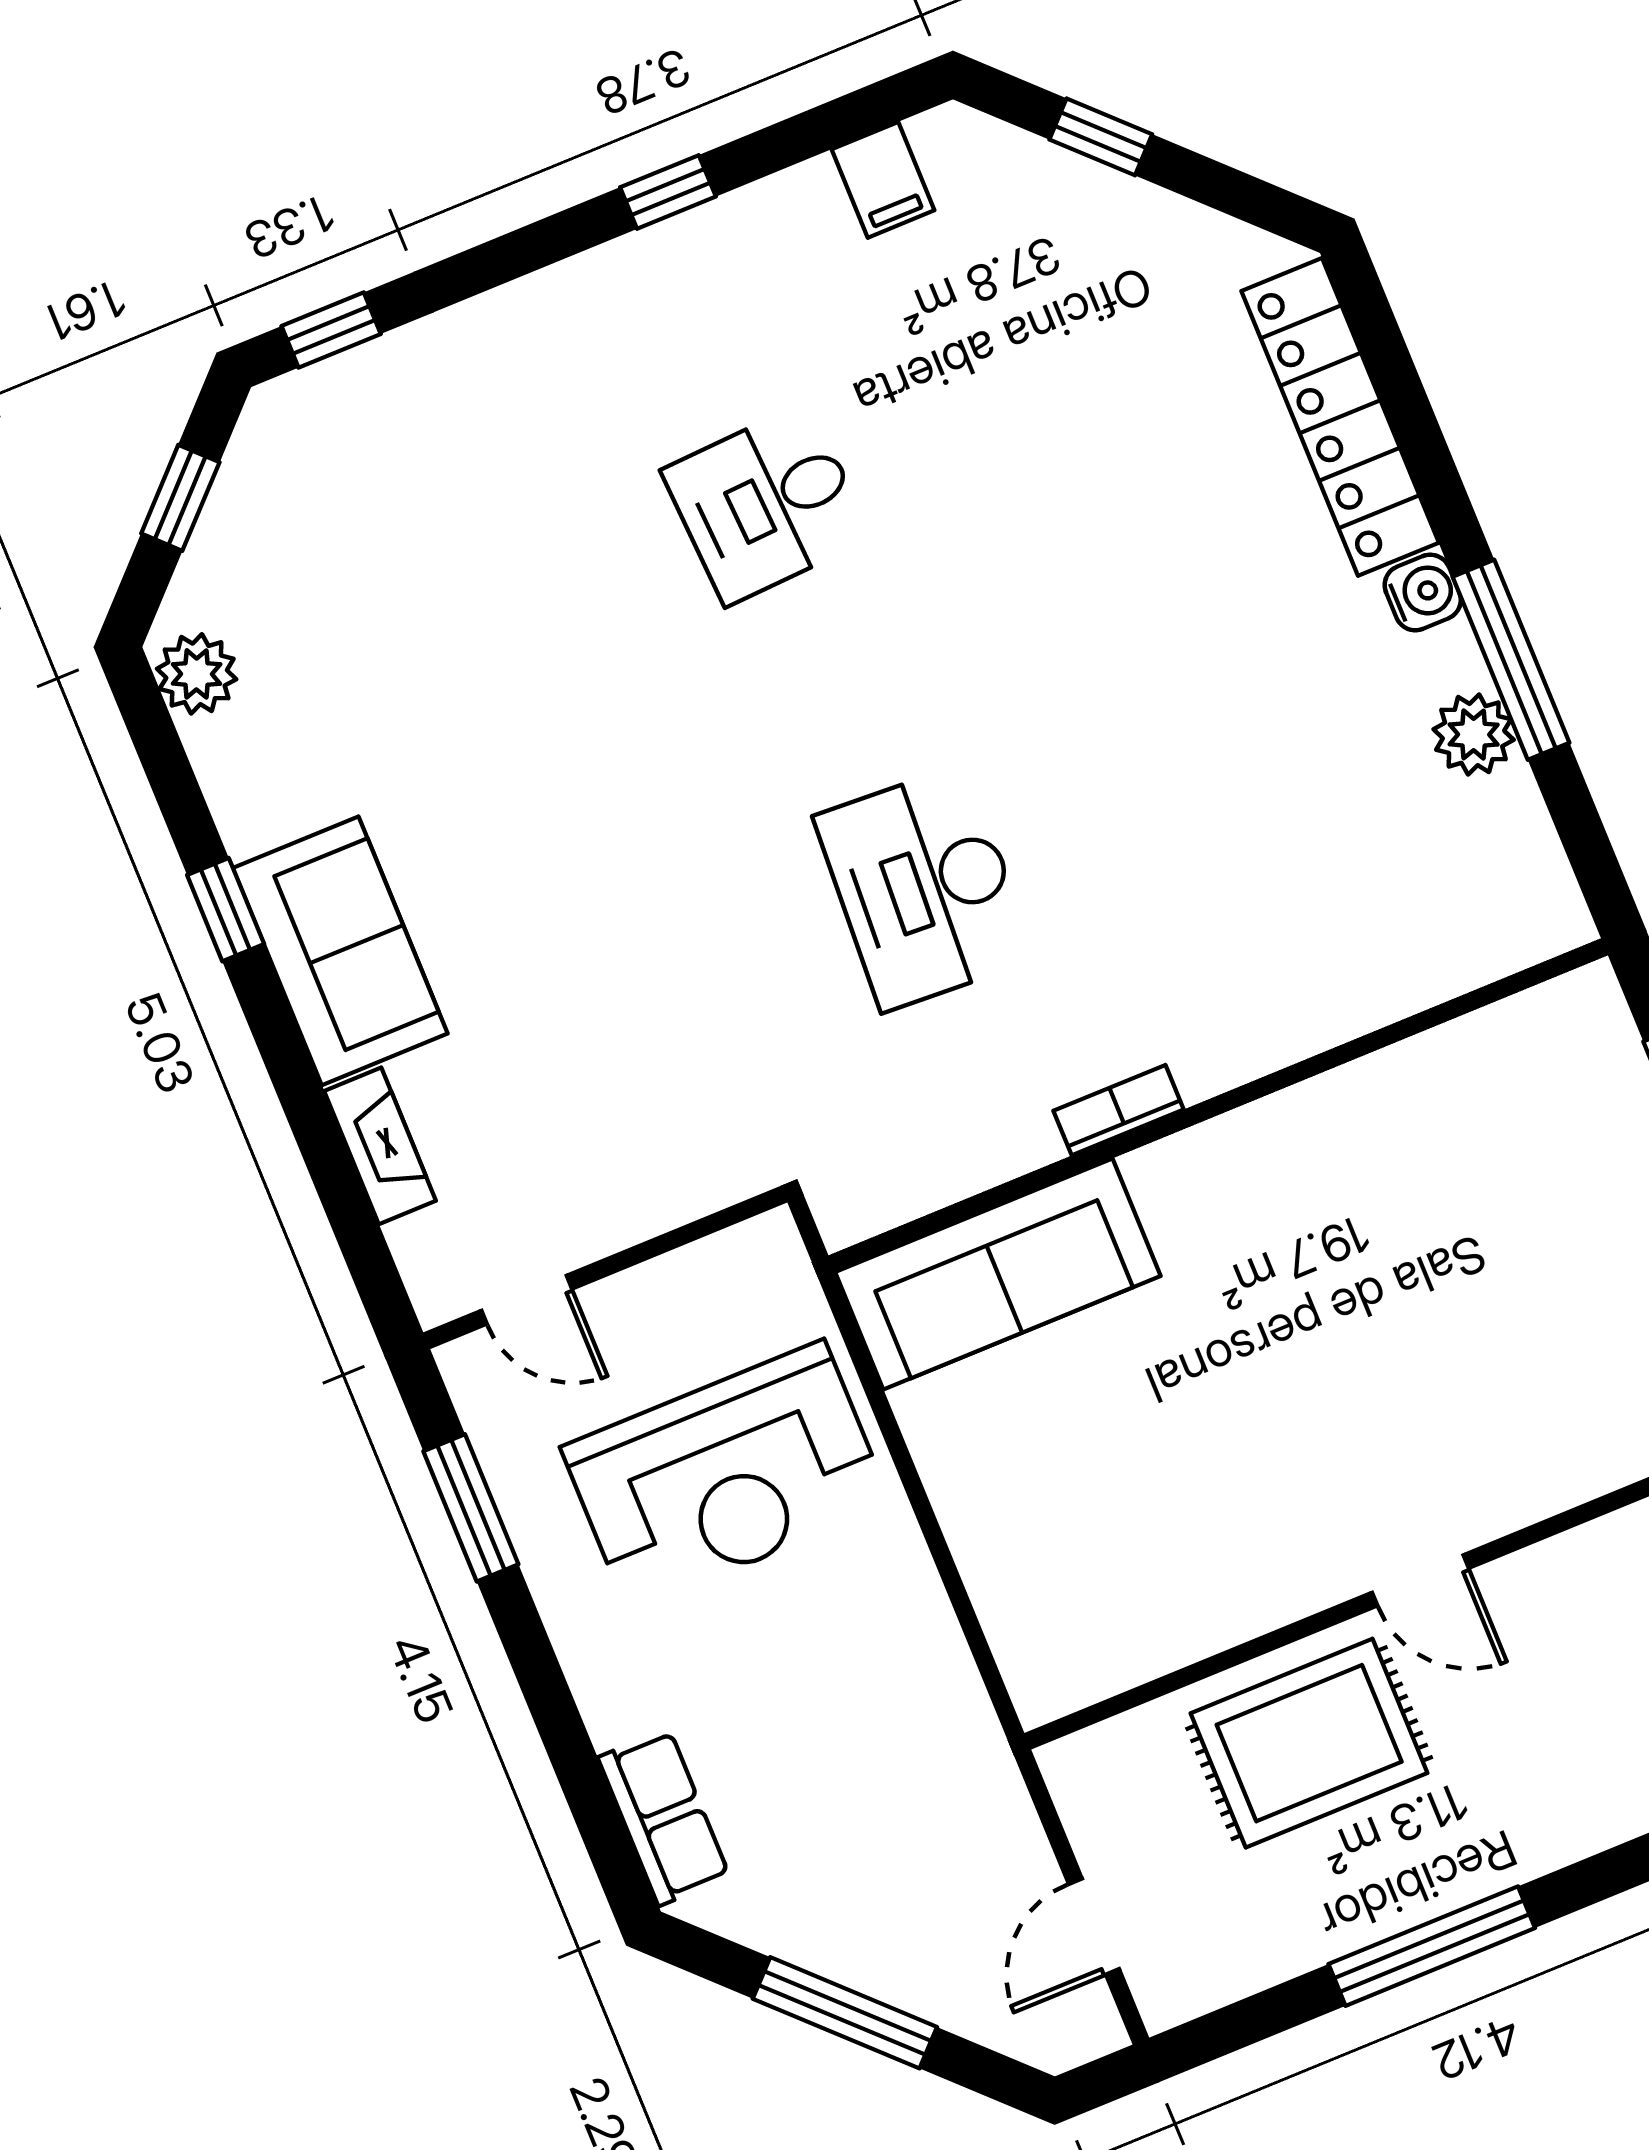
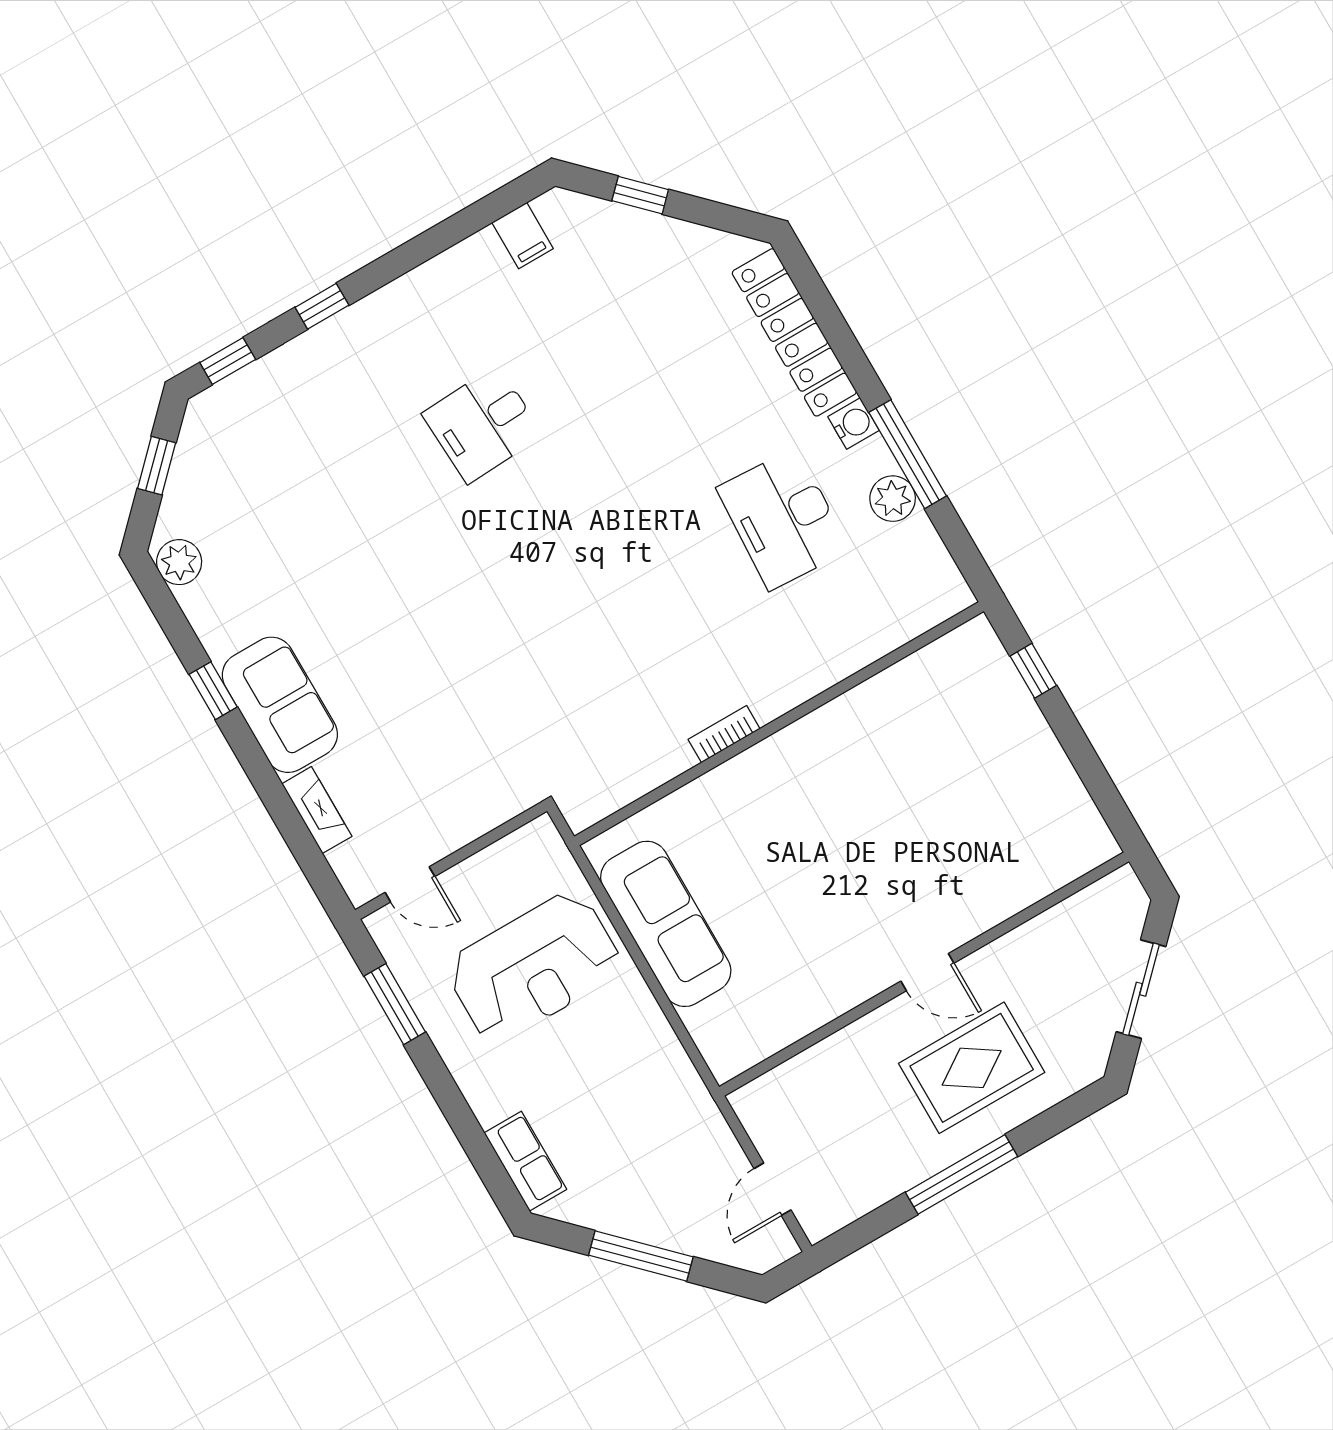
window: (668, 192) -> (322, 306), moved
desk: (924, 888) -> (783, 519), moved
sofa: (998, 1274) -> (666, 924), moved, turned -90
rug: (1309, 1743) -> (972, 1068), moved

